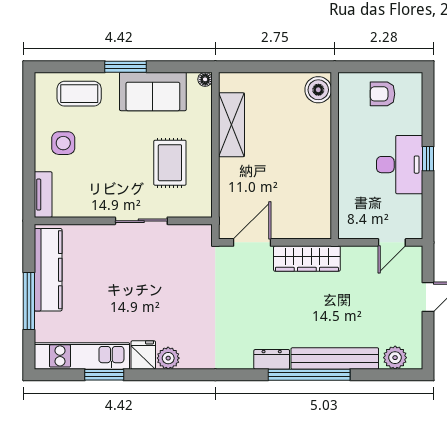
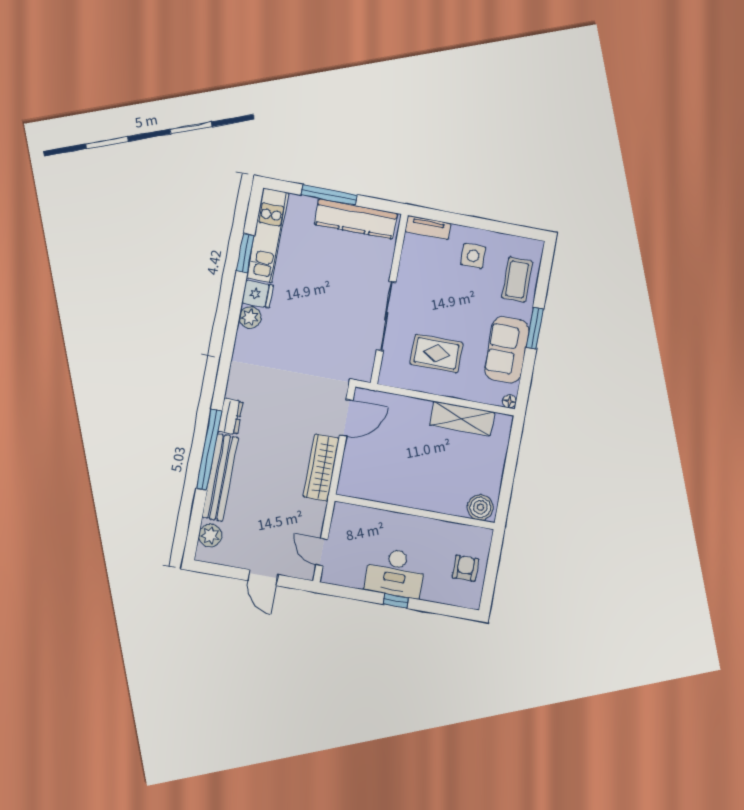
sliding door: (141, 221) -> (386, 316), width x1.37
door: (252, 242) -> (346, 418), hinge flipped

